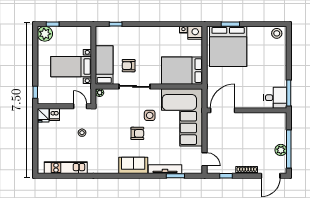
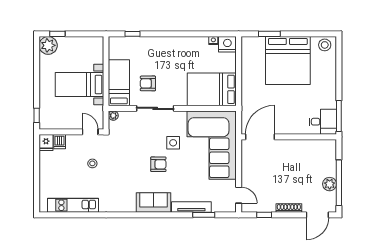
bed: (228, 46) -> (288, 60), moved

